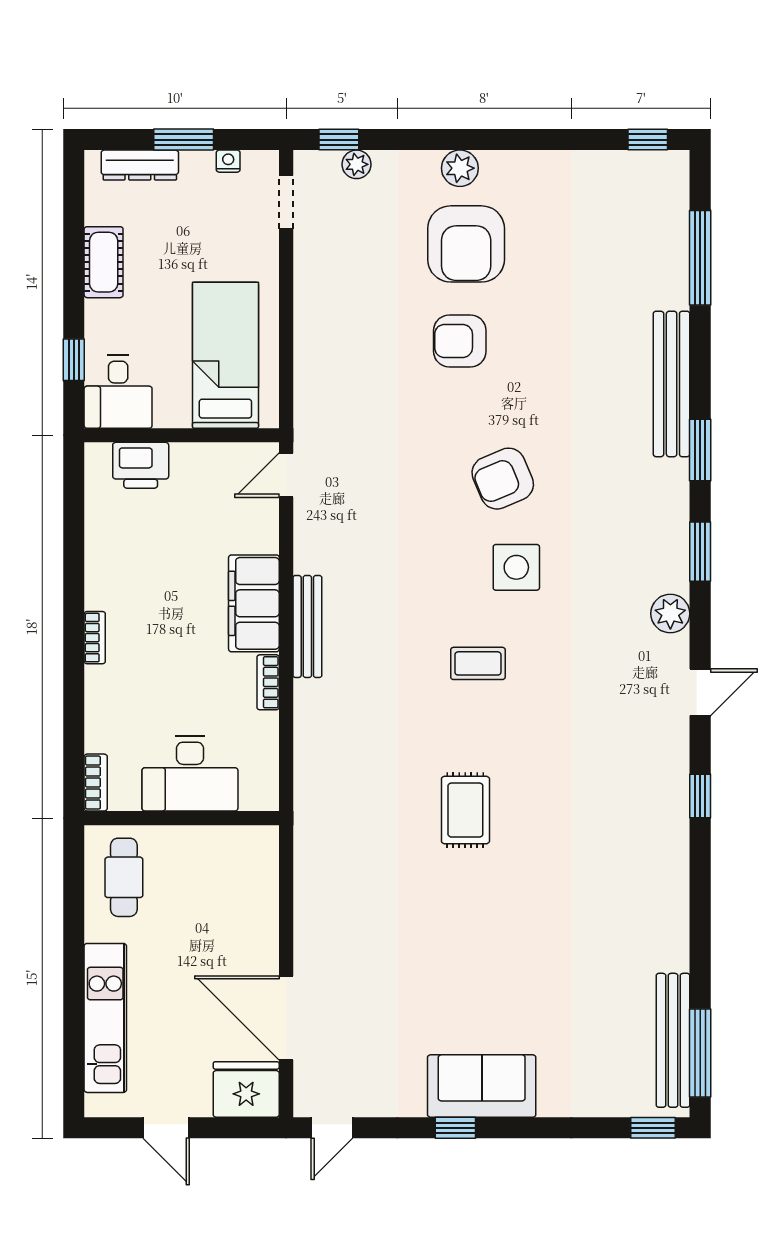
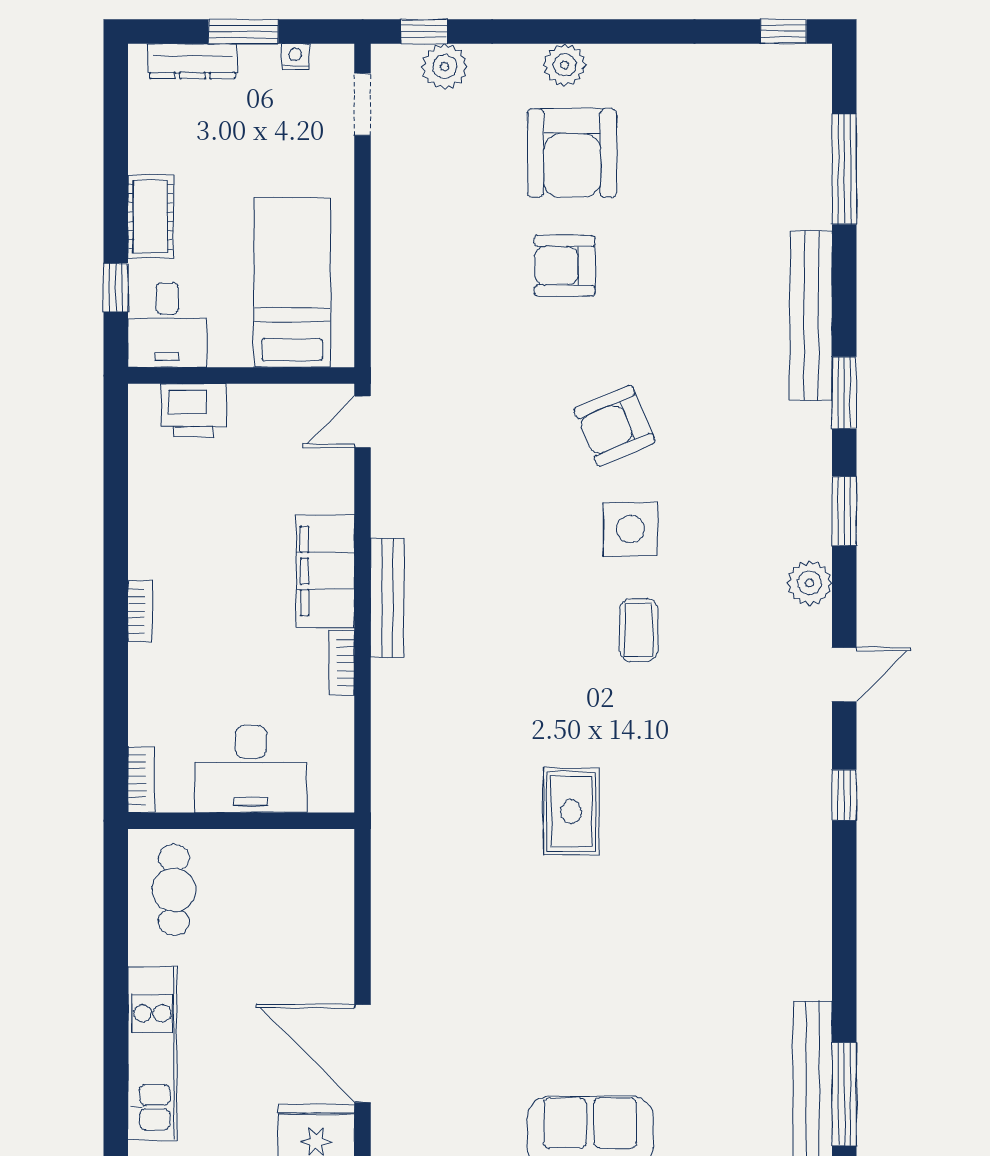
plant: (357, 164) -> (445, 67), width x1.38, depth x1.38
cot: (104, 262) -> (150, 217), moved
coffee table: (478, 663) -> (639, 630), moved, turned 90

